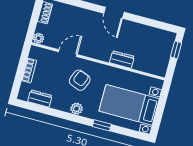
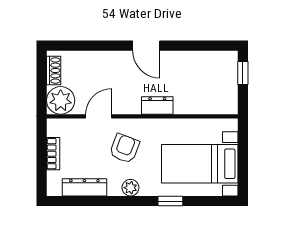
plant: (38, 38) -> (61, 100), width x1.88, depth x1.88
dresser: (122, 60) -> (157, 106), moved
dresser: (40, 99) -> (84, 187), width x1.44

